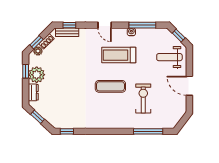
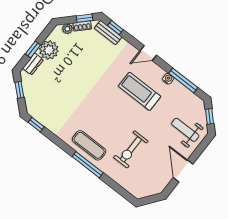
door: (105, 25) -> (148, 53), hinge flipped
window: (36, 42) -> (84, 18), moved
window: (26, 71) -> (33, 50), moved
exercise mat: (110, 86) -> (89, 145), moved
exercise bike: (143, 99) -> (131, 149), turned 180
window: (148, 131) -> (88, 165), moved

